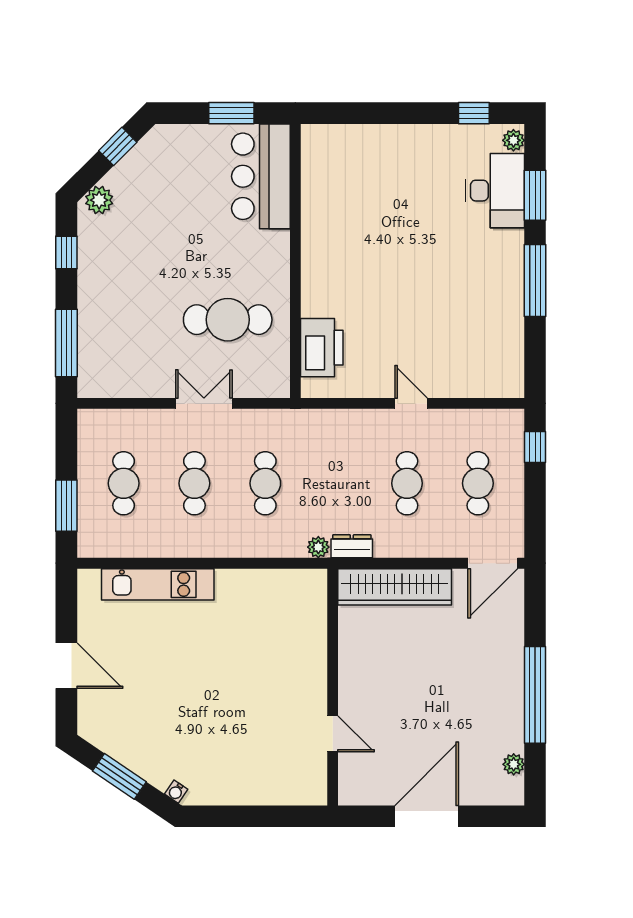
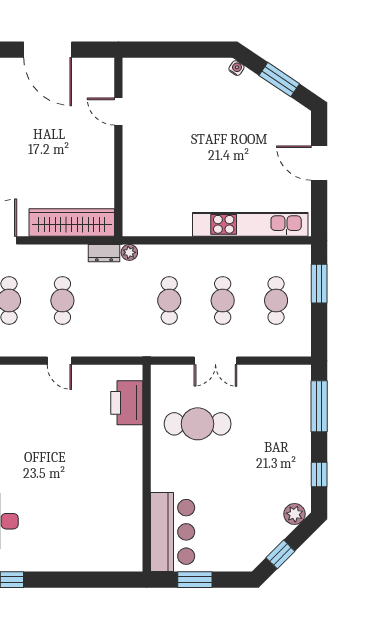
kitchen unit: (158, 584) -> (250, 224), width x1.36
door: (427, 816) -> (48, 50), hinge flipped

